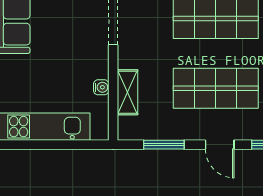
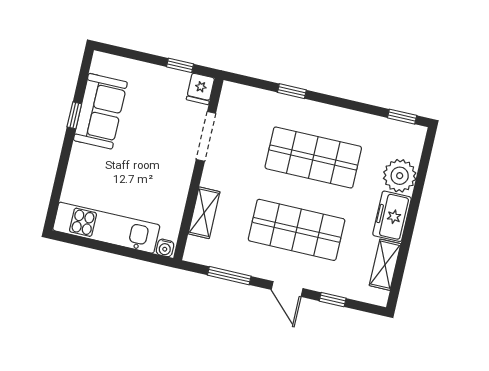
water cooler: (101, 87) -> (165, 248), moved, turned 90

